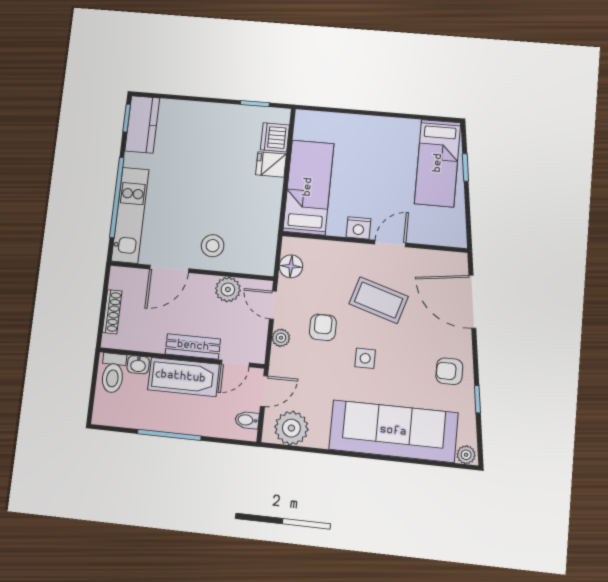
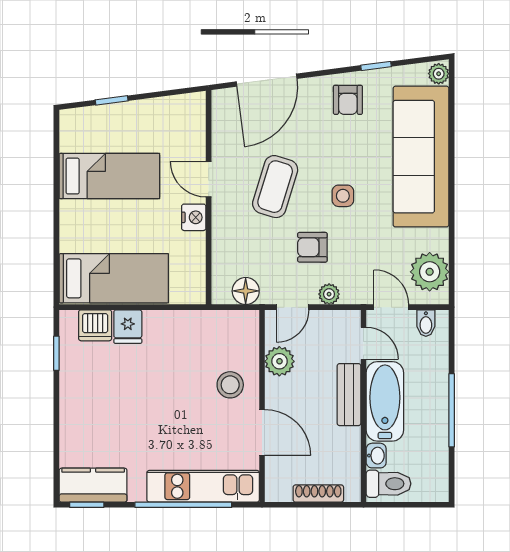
bed: (438, 163) -> (109, 176), moved
bed: (308, 187) -> (114, 278), moved, turned 180

